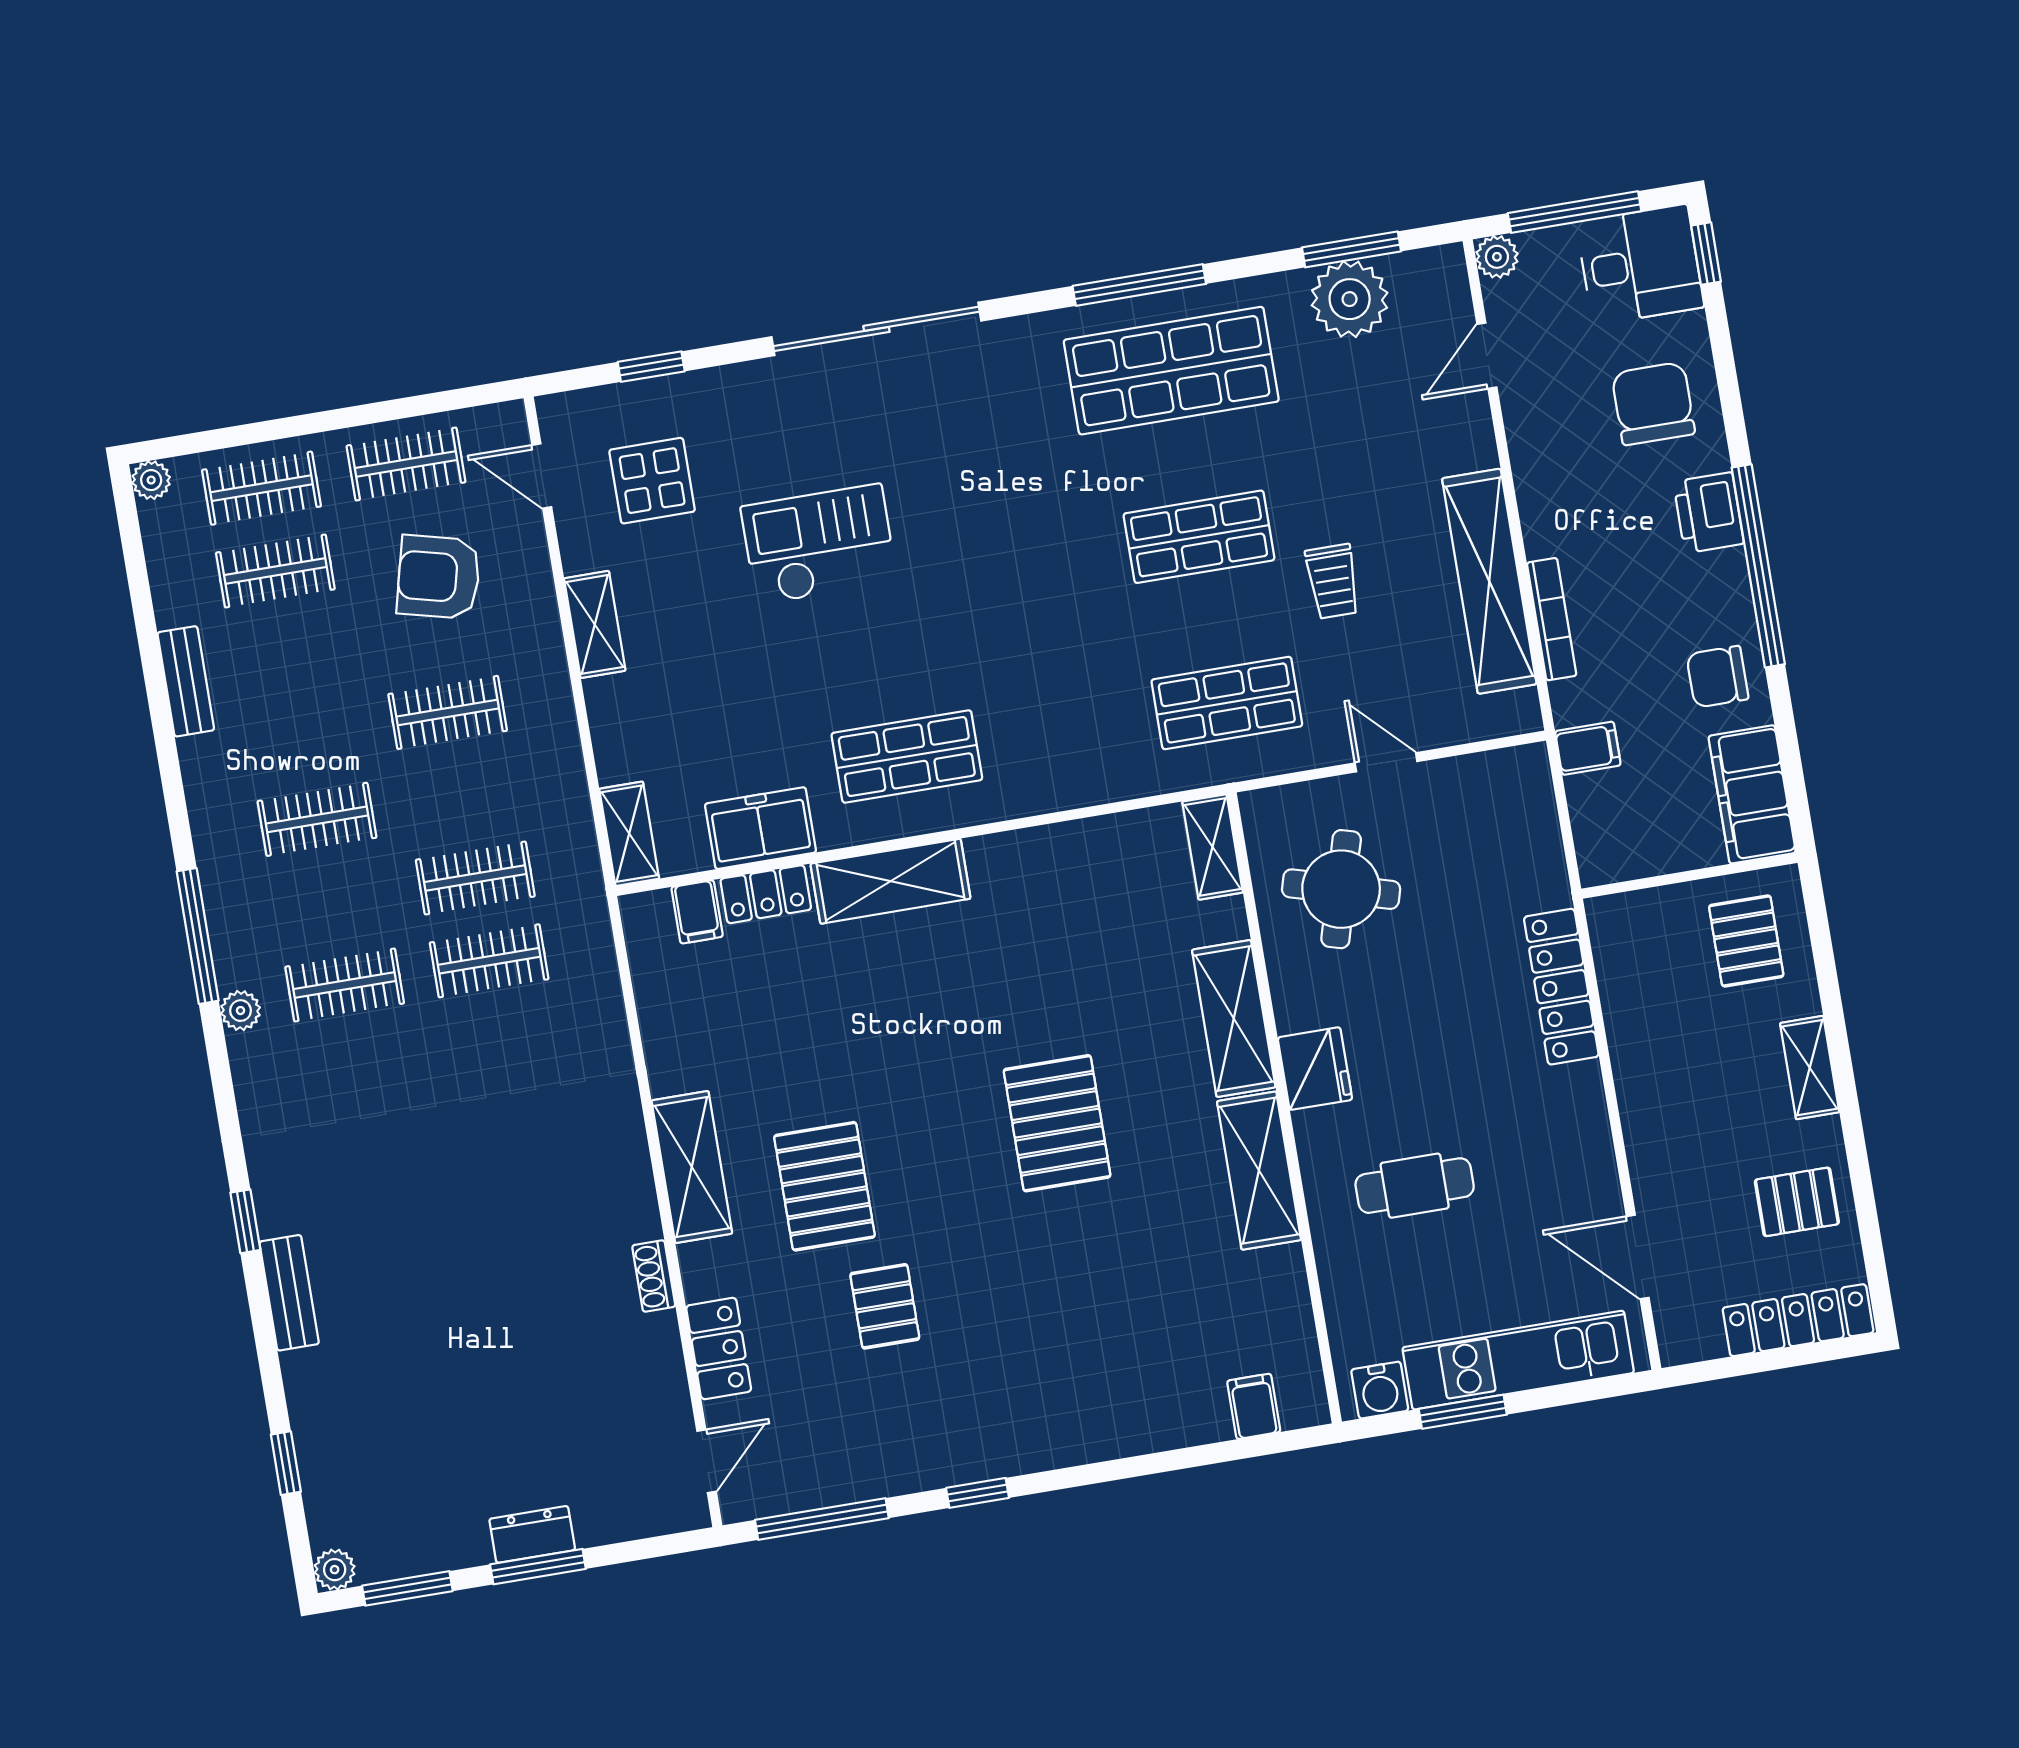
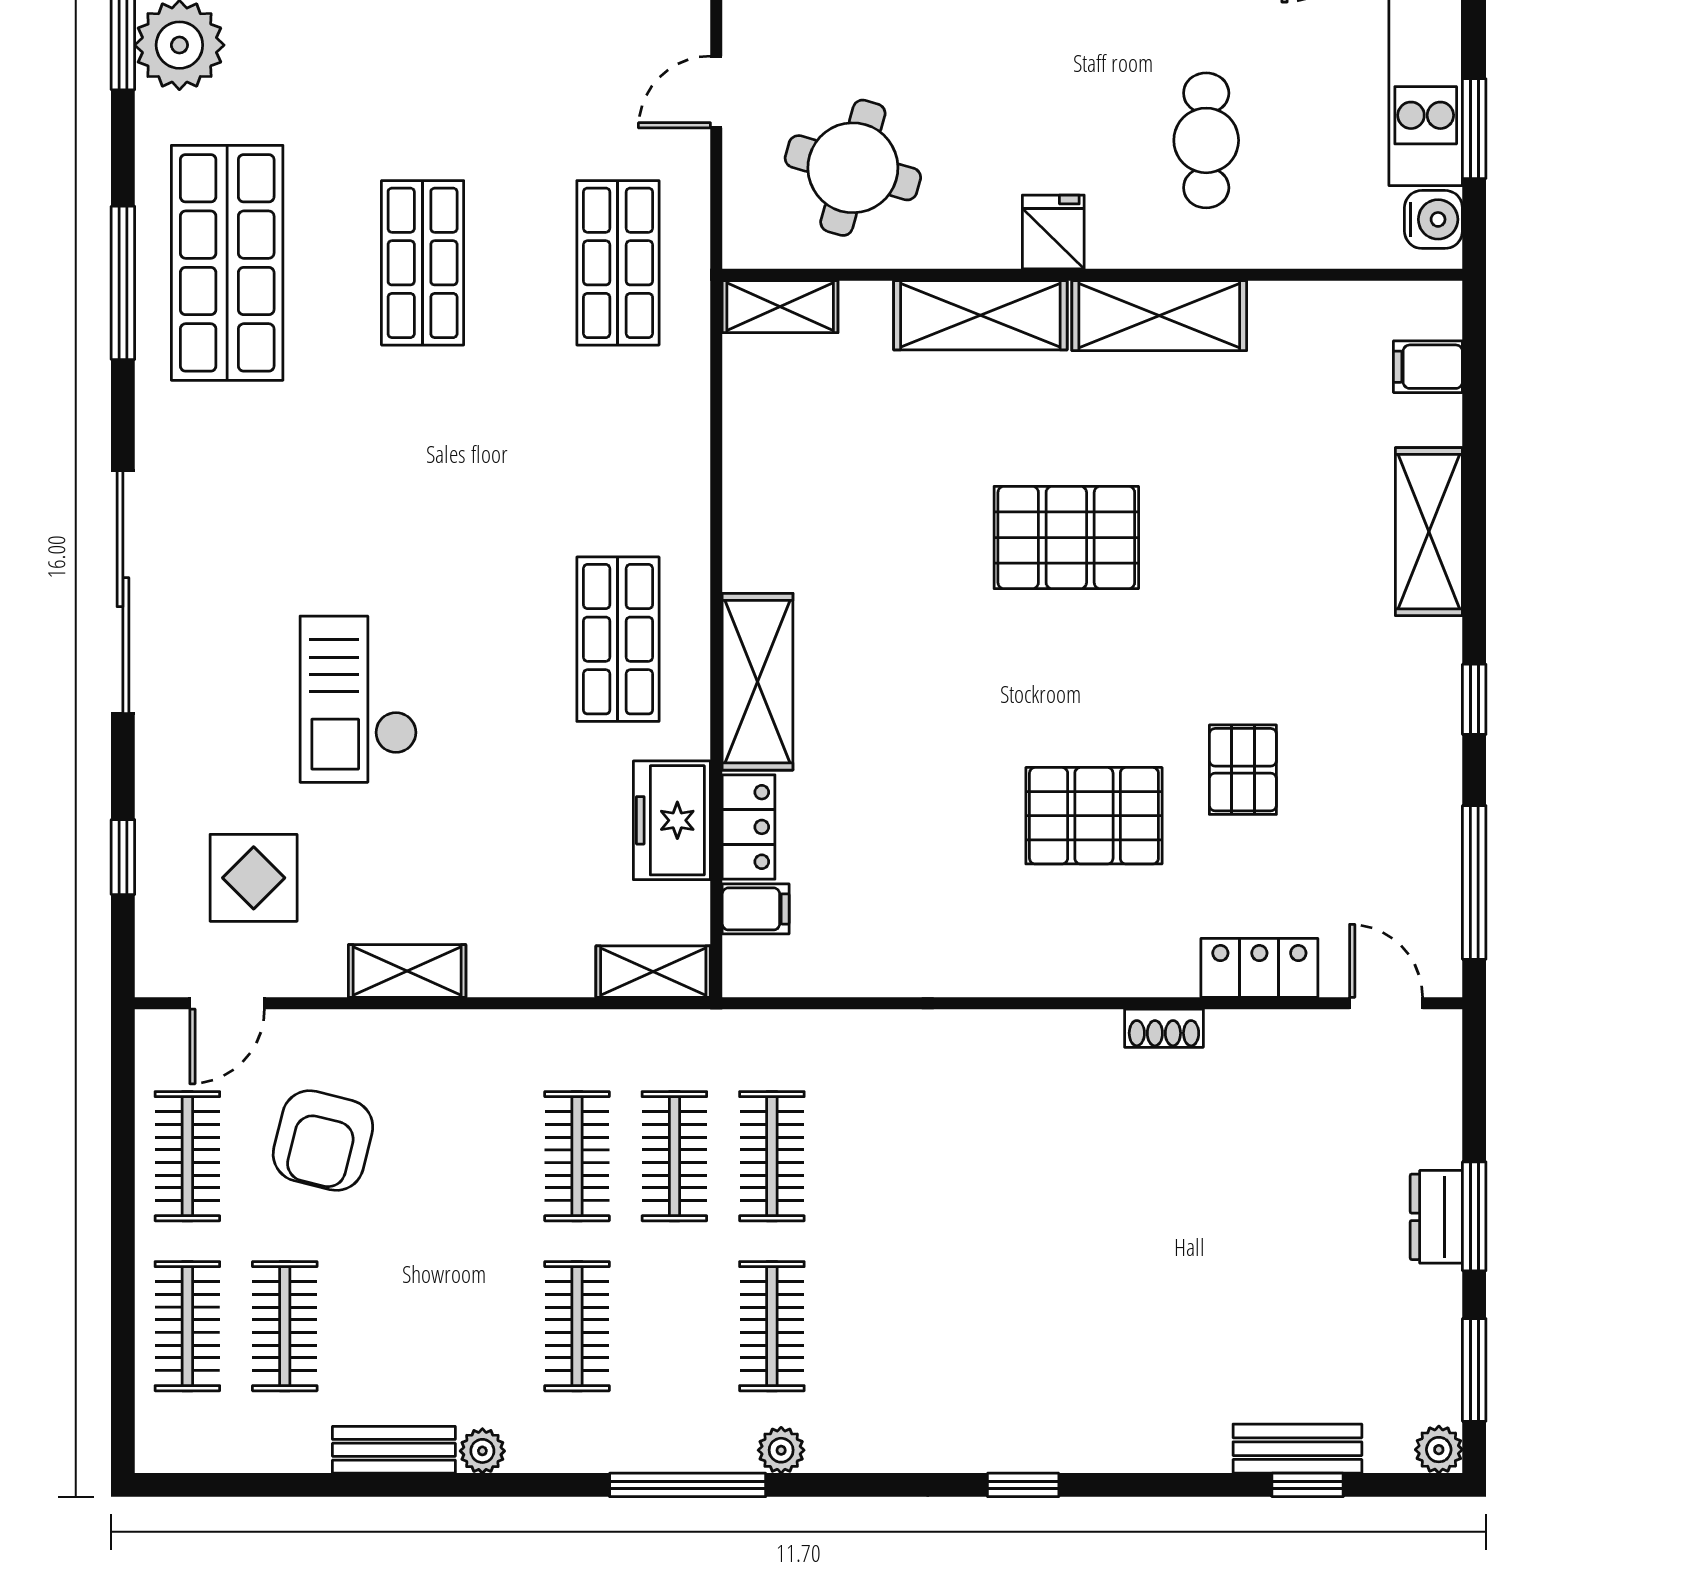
plant: (151, 480) -> (482, 1451), moved
trolley: (1333, 581) -> (499, 118), removed
clothes rail: (448, 712) -> (577, 1156), moved
fridge: (1315, 1069) -> (1053, 232), width x0.72
shelving: (692, 1167) -> (1429, 532), moved, turned 90
bench: (289, 1293) -> (1297, 1449), moved
pallet: (885, 1306) -> (1243, 770), turned 90

